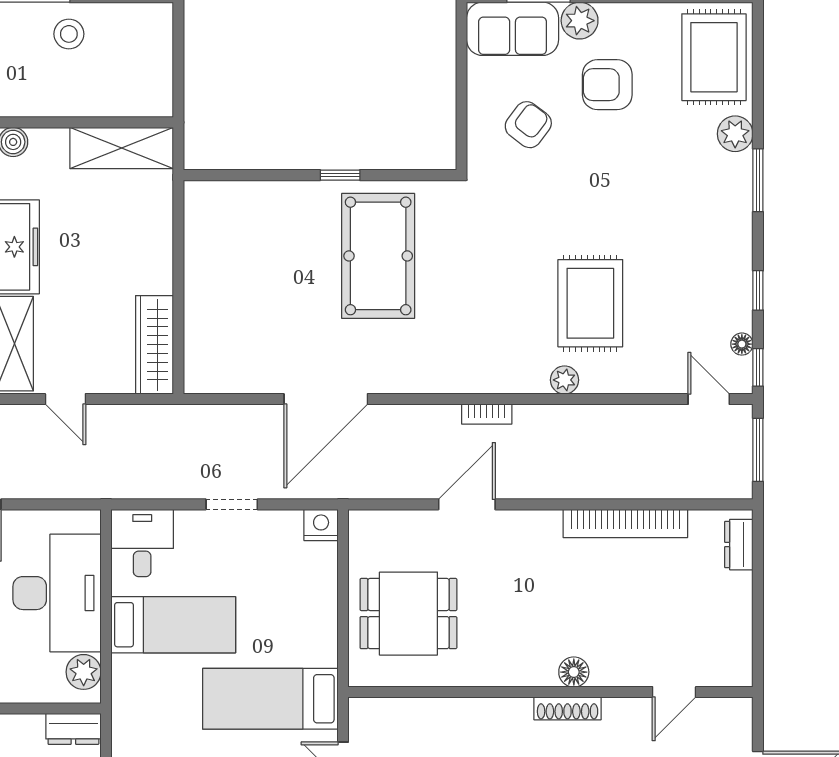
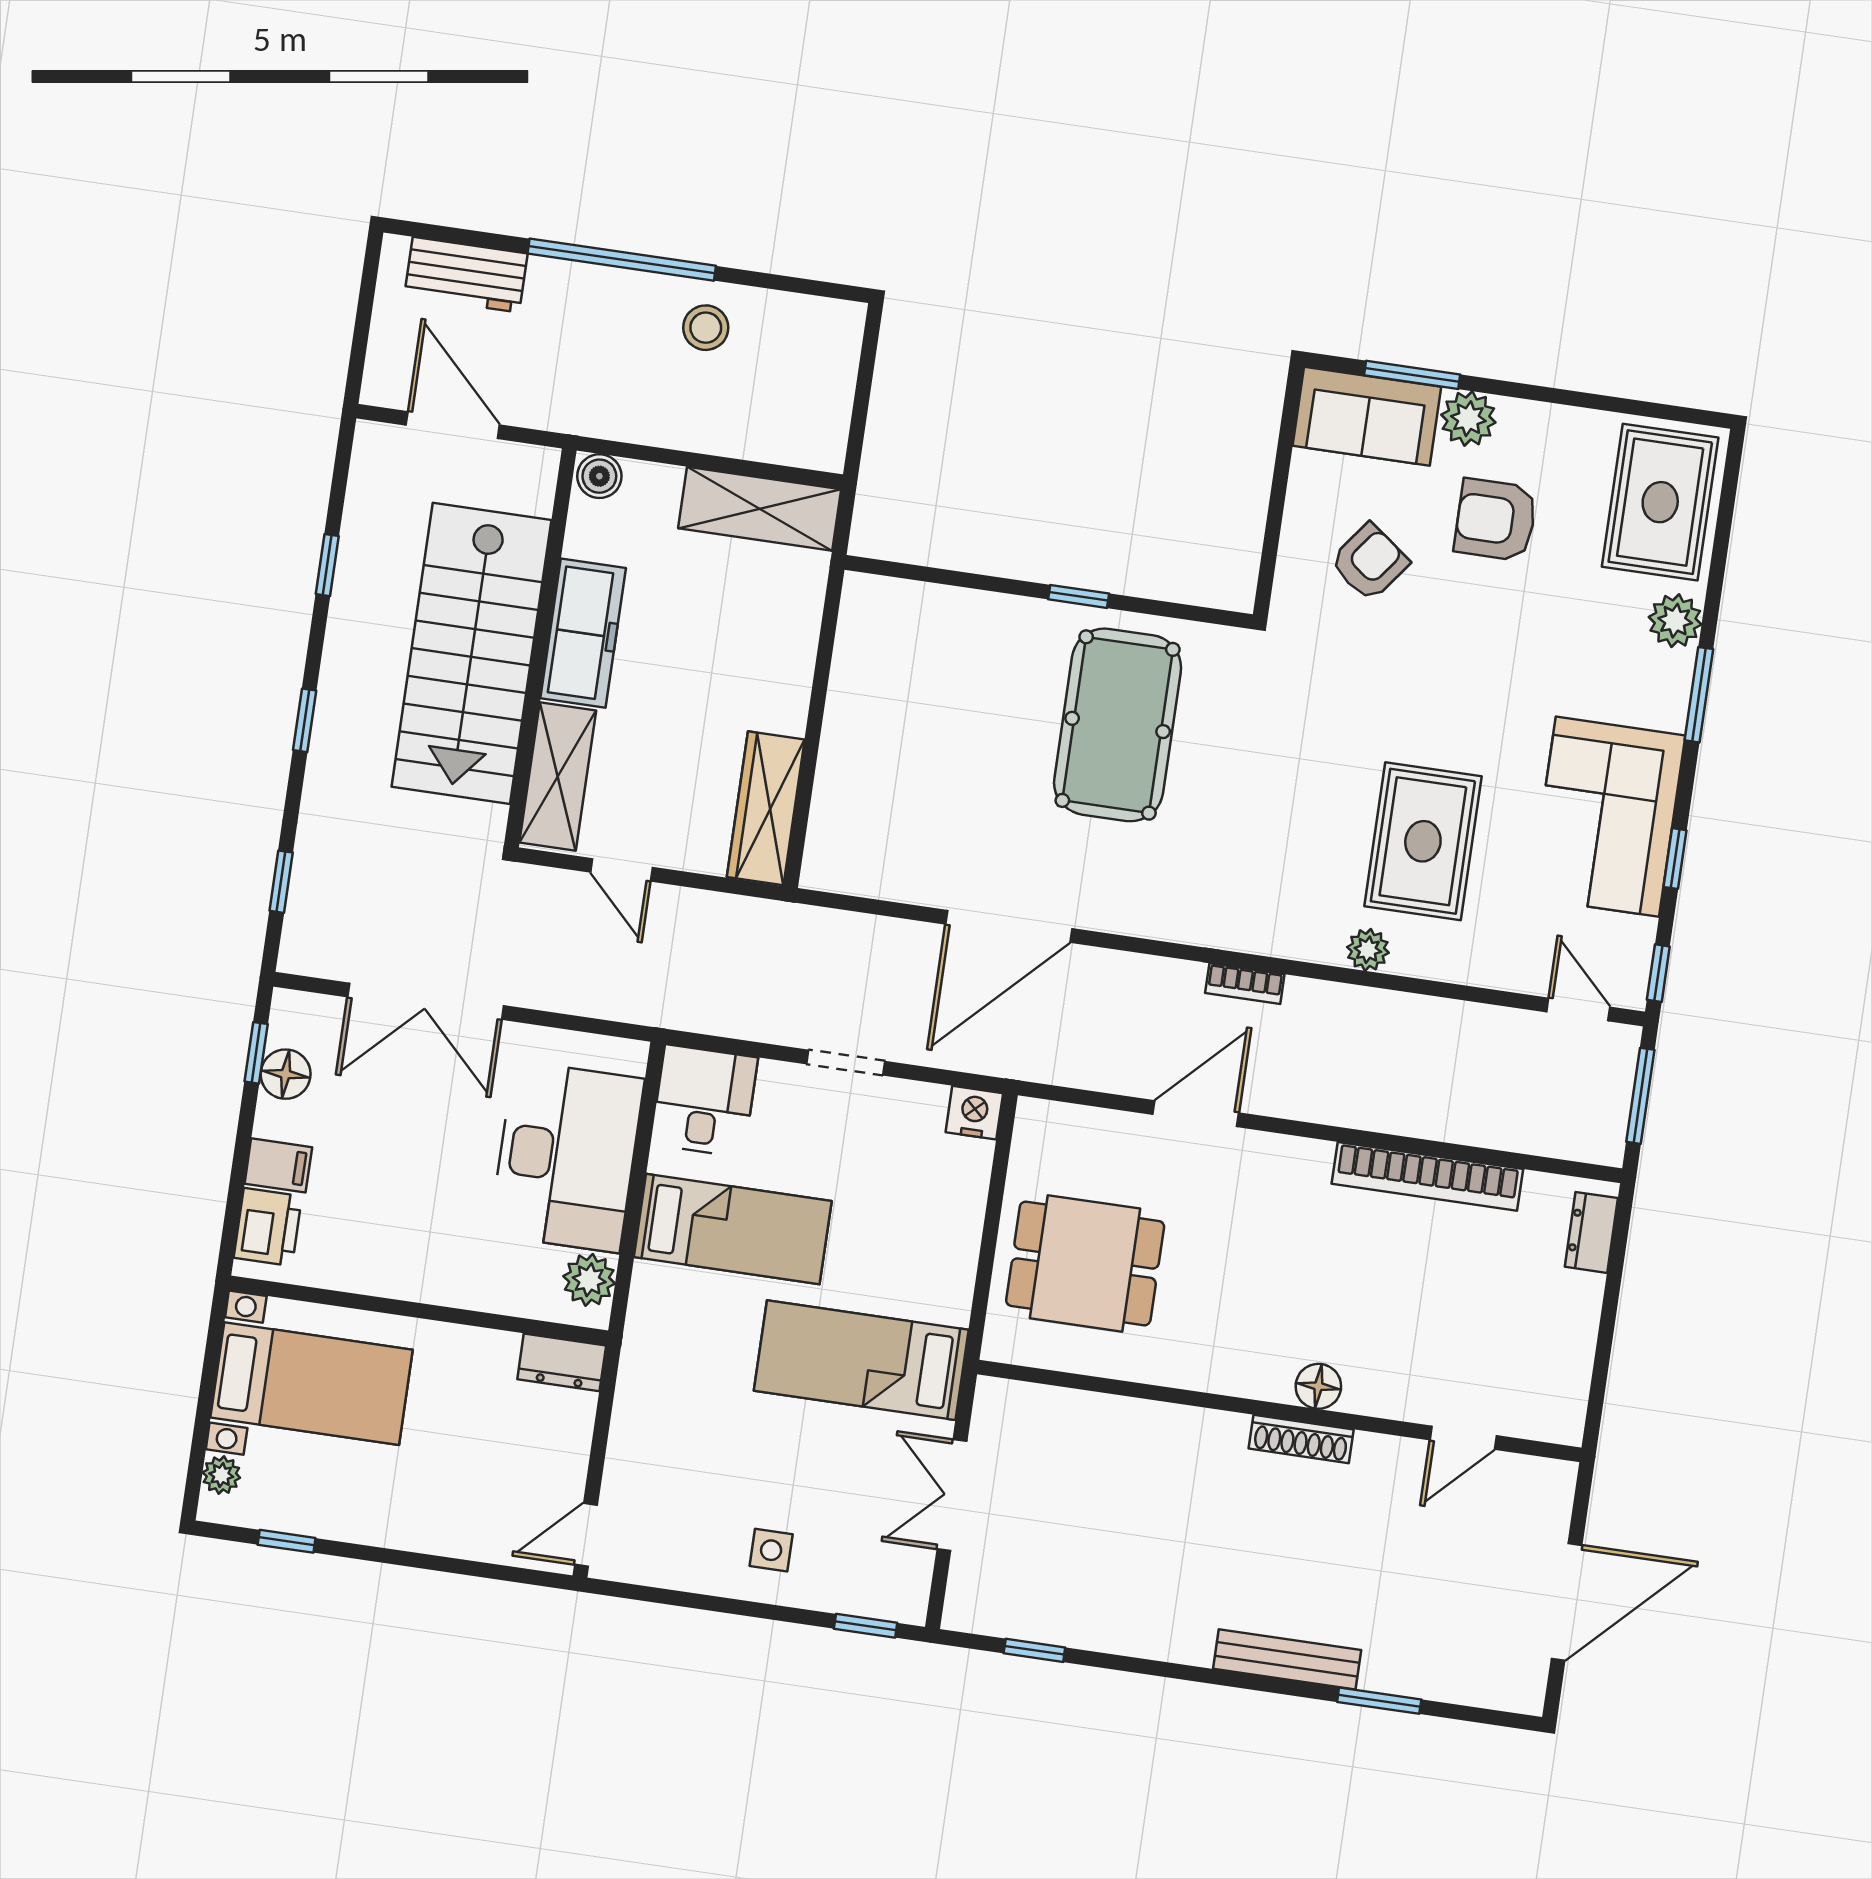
corner sofa: (709, 269) -> (1607, 817), added
floor lamp: (742, 344) -> (1640, 935), removed

